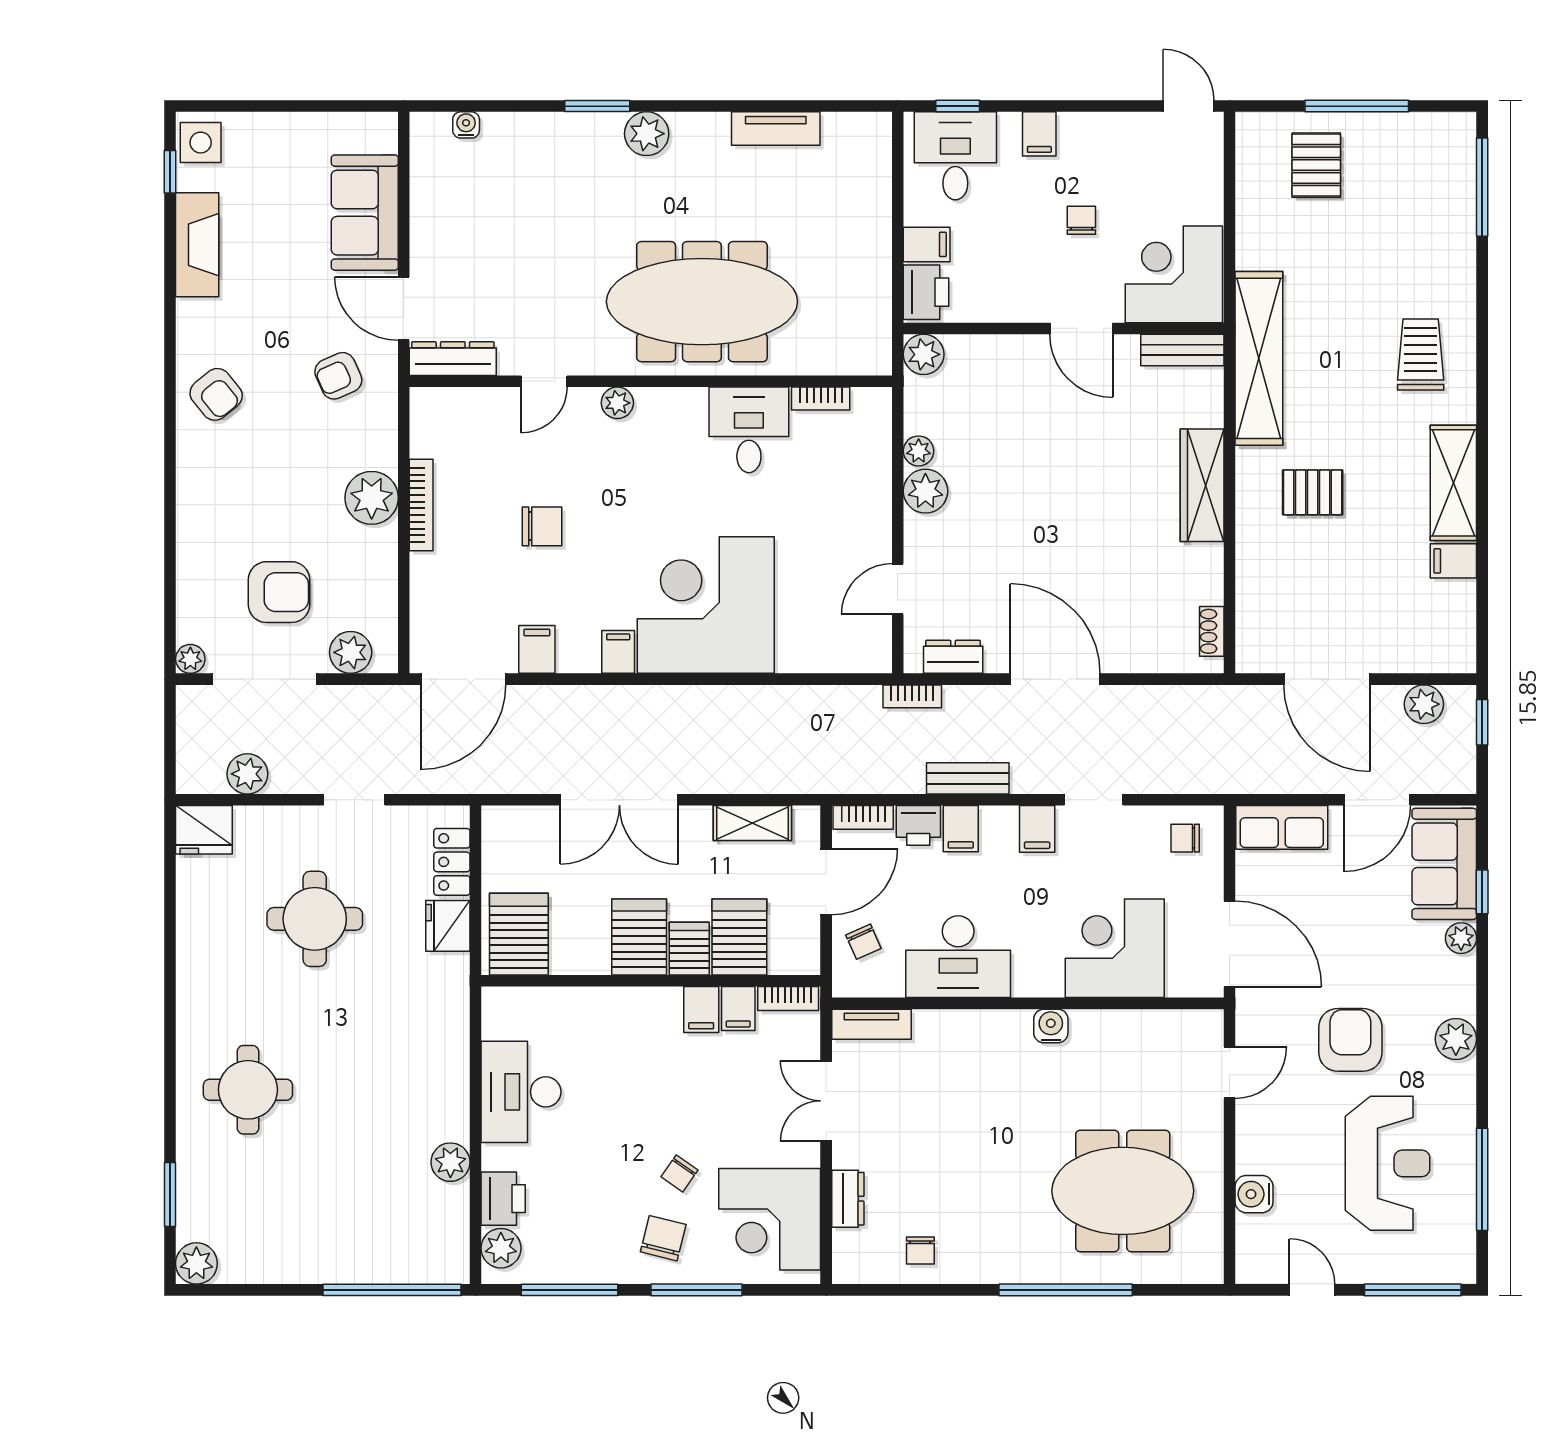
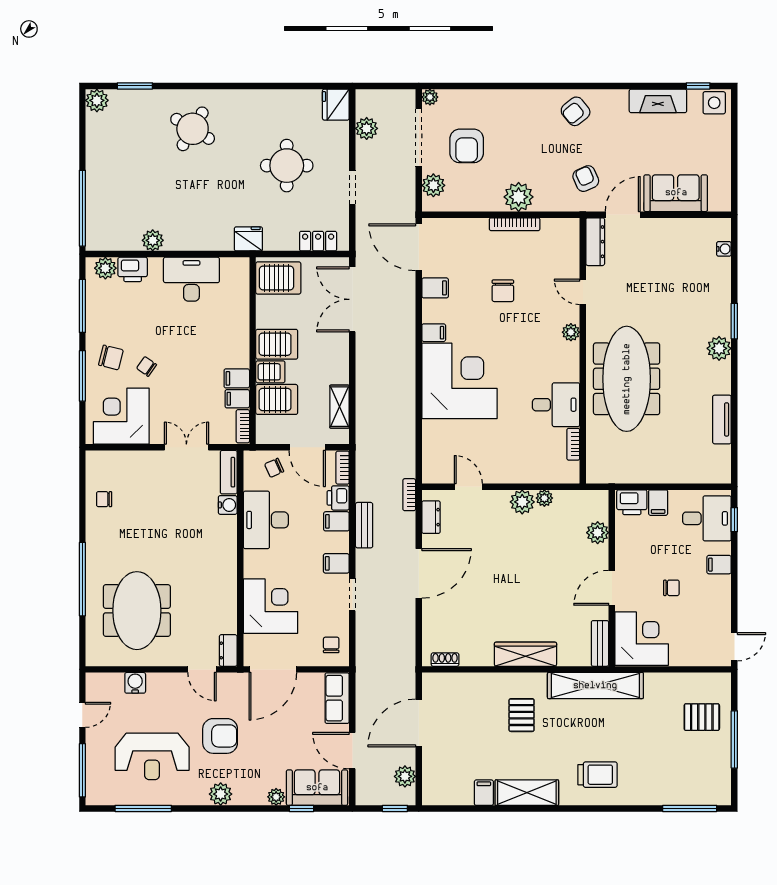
plant: (924, 354) -> (598, 533), moved
double door: (619, 800) -> (352, 299), moved
fridge: (448, 926) -> (248, 239), moved
water cooler: (1051, 1026) -> (228, 505), moved
round table: (248, 1090) -> (193, 129), turned 31
dresser: (848, 1199) -> (228, 650), moved, turned 90

